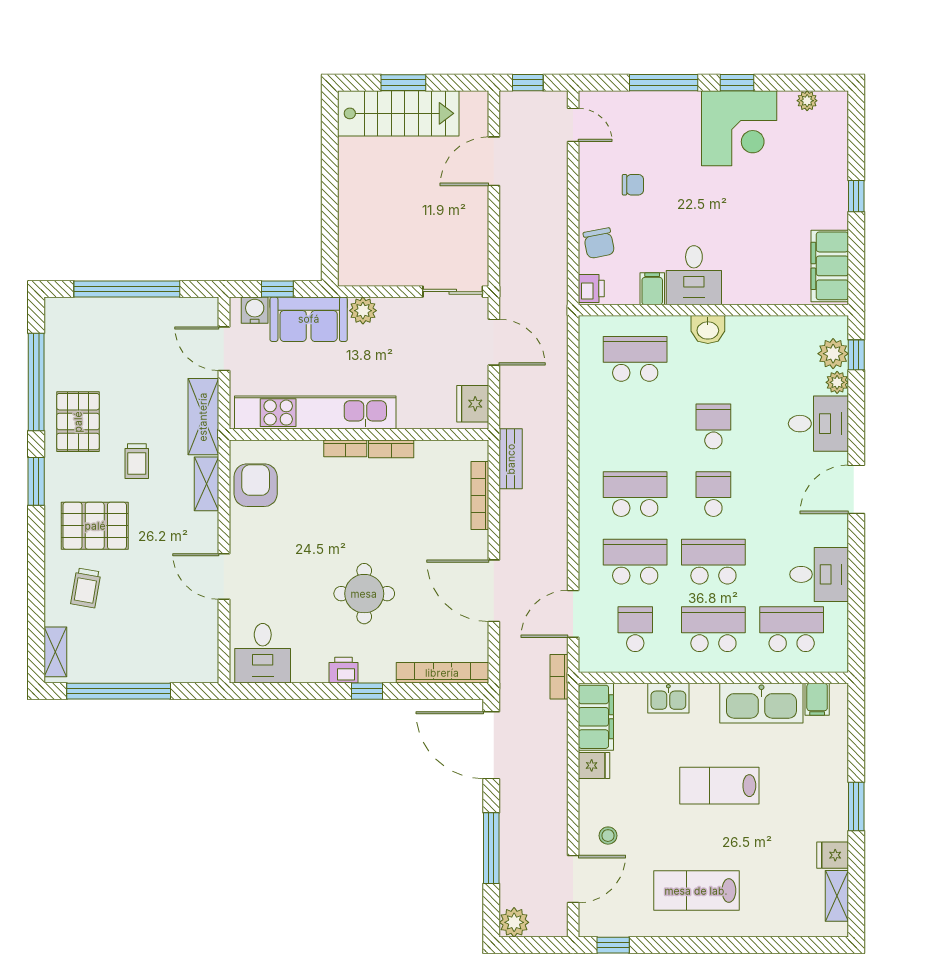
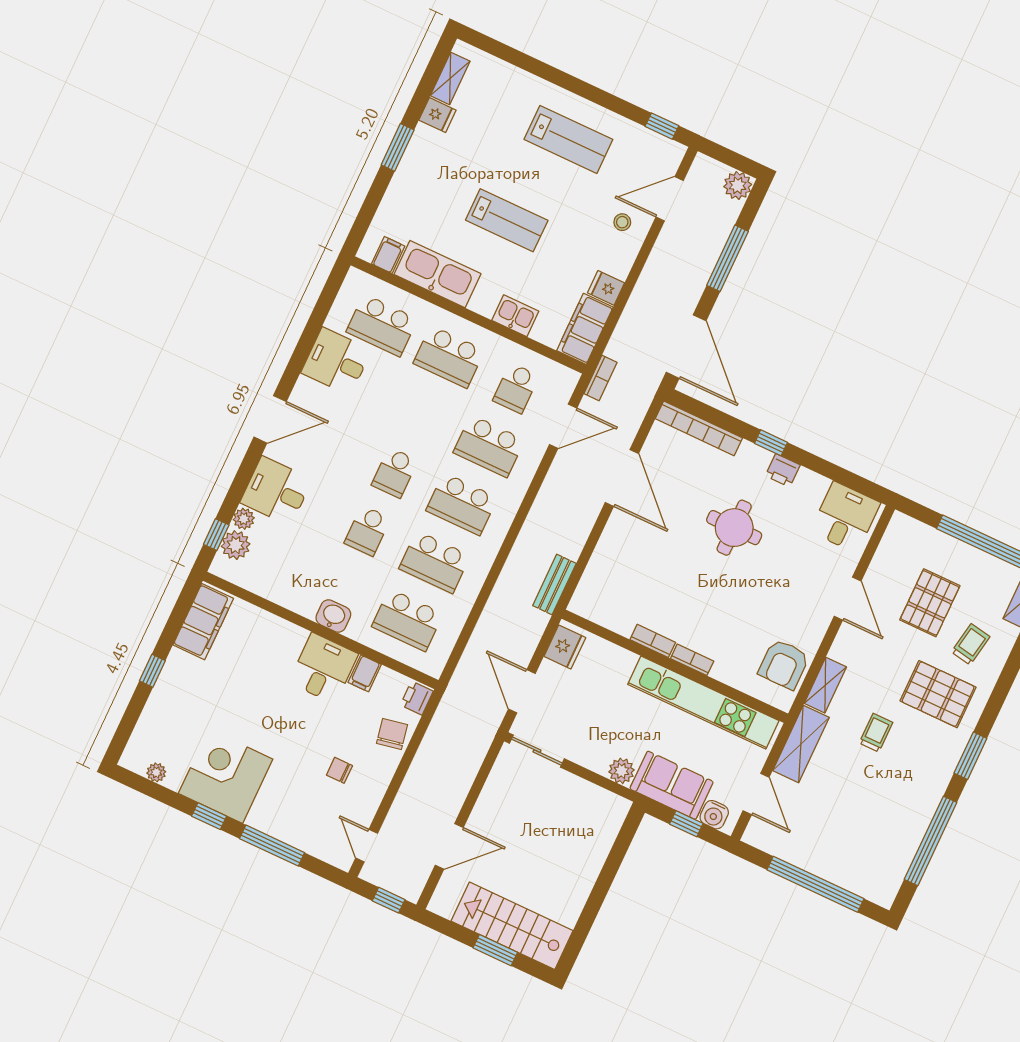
pallet: (78, 422) -> (930, 603), moved
bookcase: (480, 495) -> (596, 565), removed
school desk: (713, 562) -> (435, 562), moved

